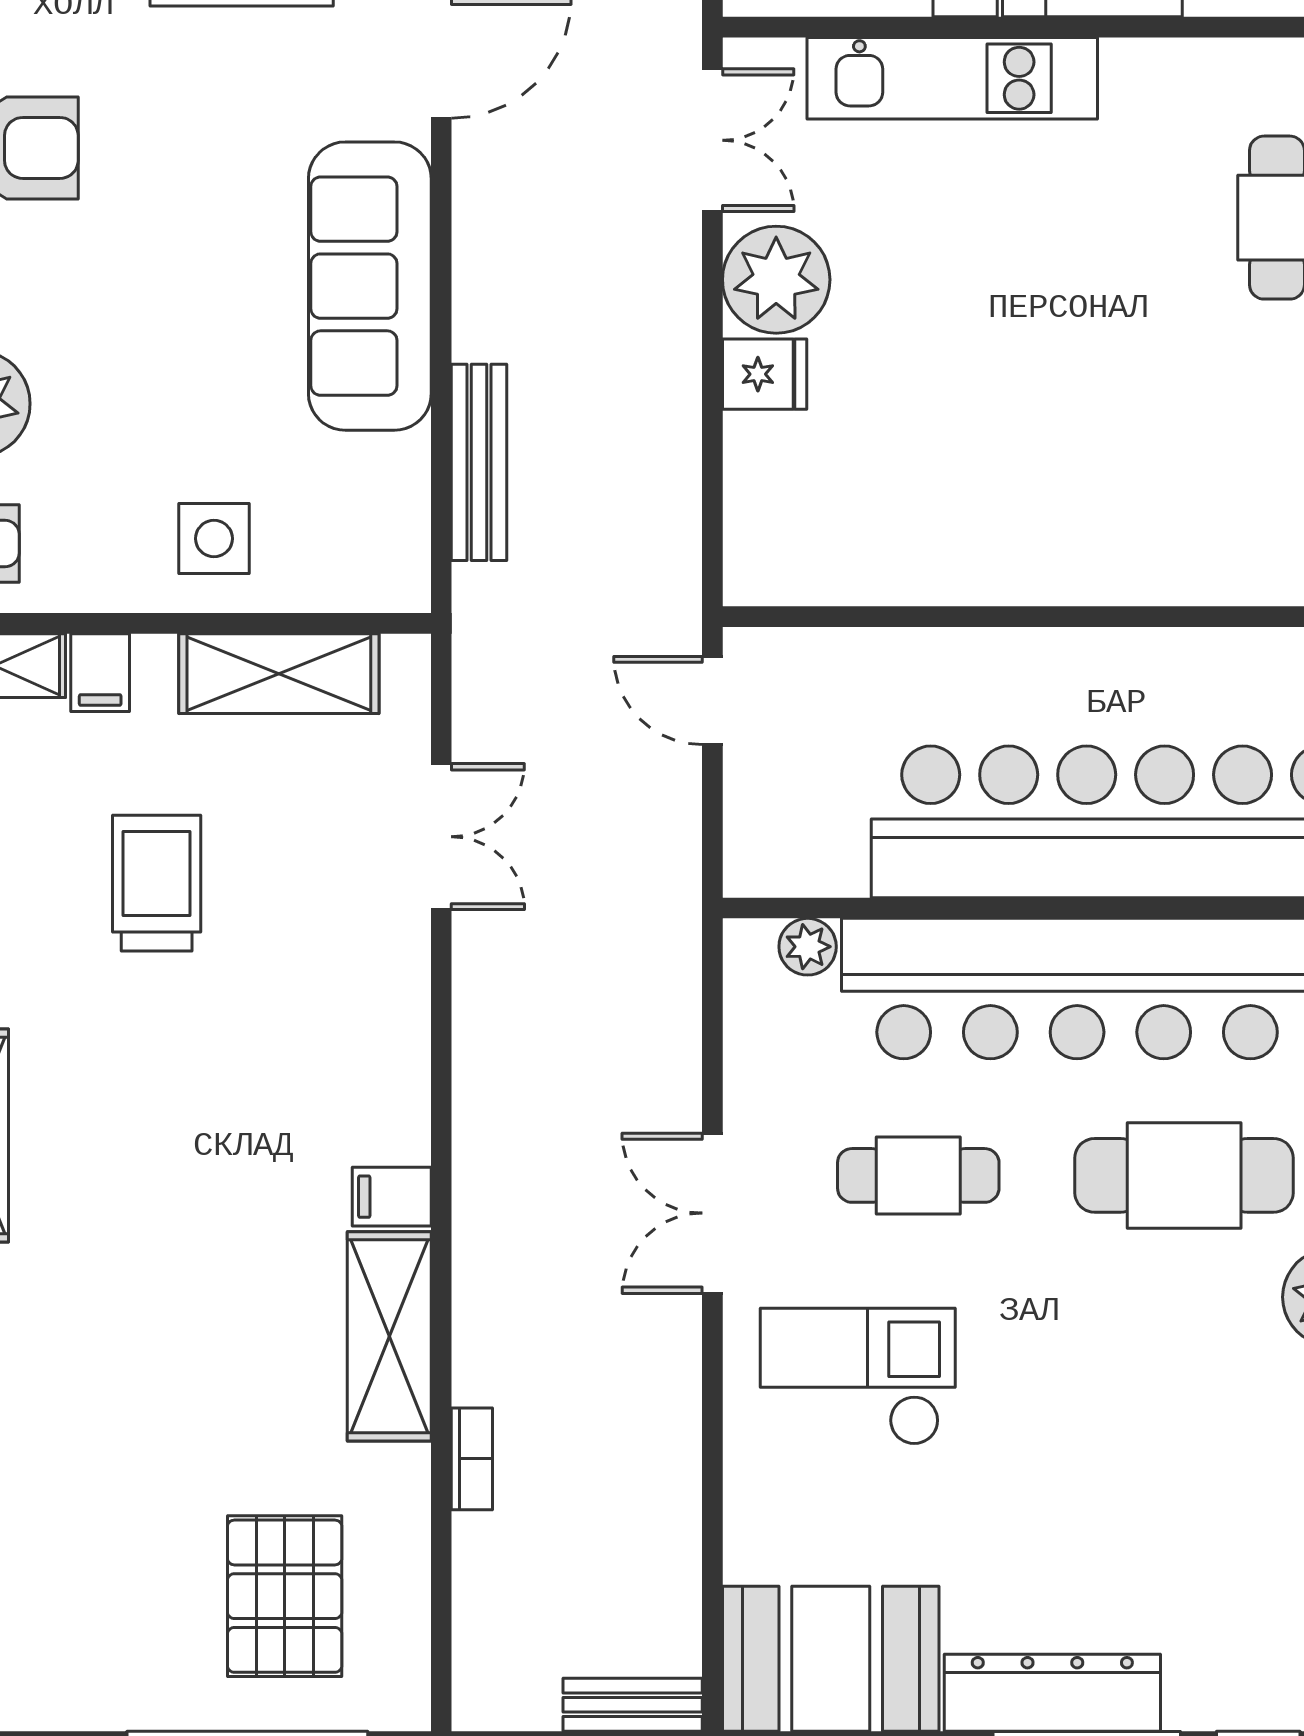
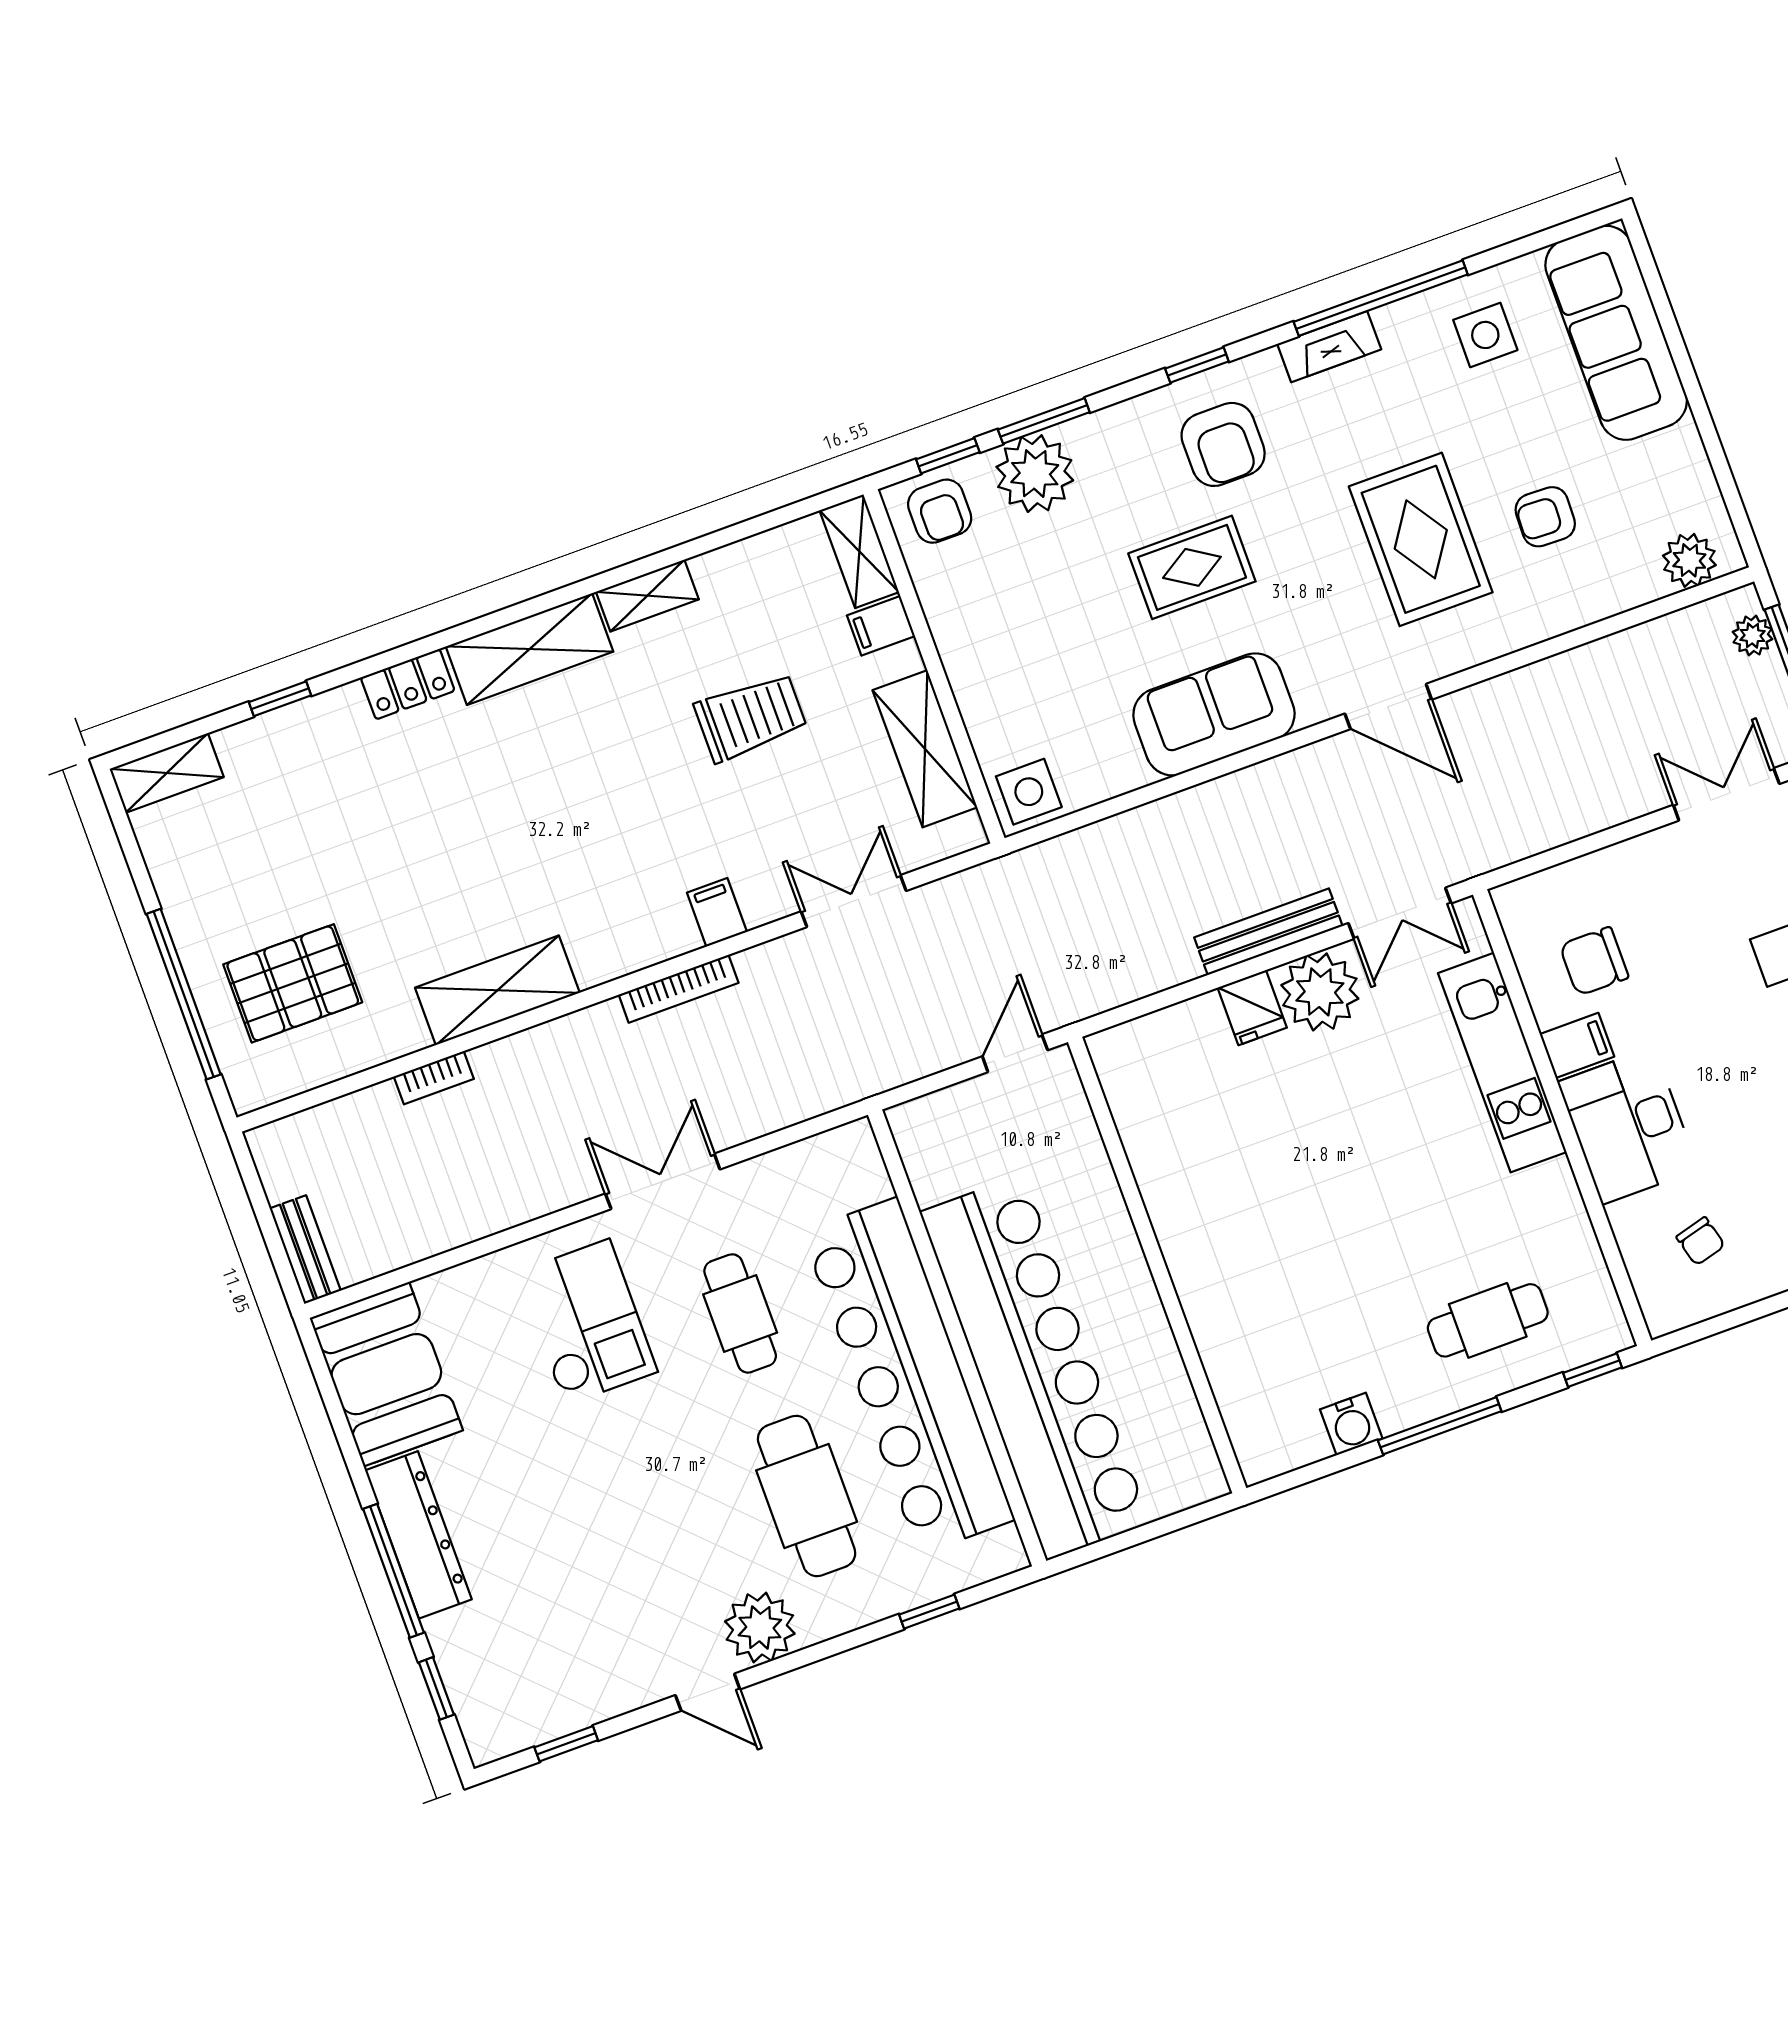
rug: (171, 245) -> (1192, 567), added
sofa: (370, 286) -> (1214, 714), width x0.73
bench: (479, 462) -> (1268, 932), moved
side table: (214, 539) -> (1029, 792), moved
double door: (441, 837) -> (854, 901), swing flipped
plant: (808, 947) -> (870, 1180), removed
bookcase: (472, 1103) -> (679, 989), added
filing cabinet: (392, 1197) -> (717, 912), moved

